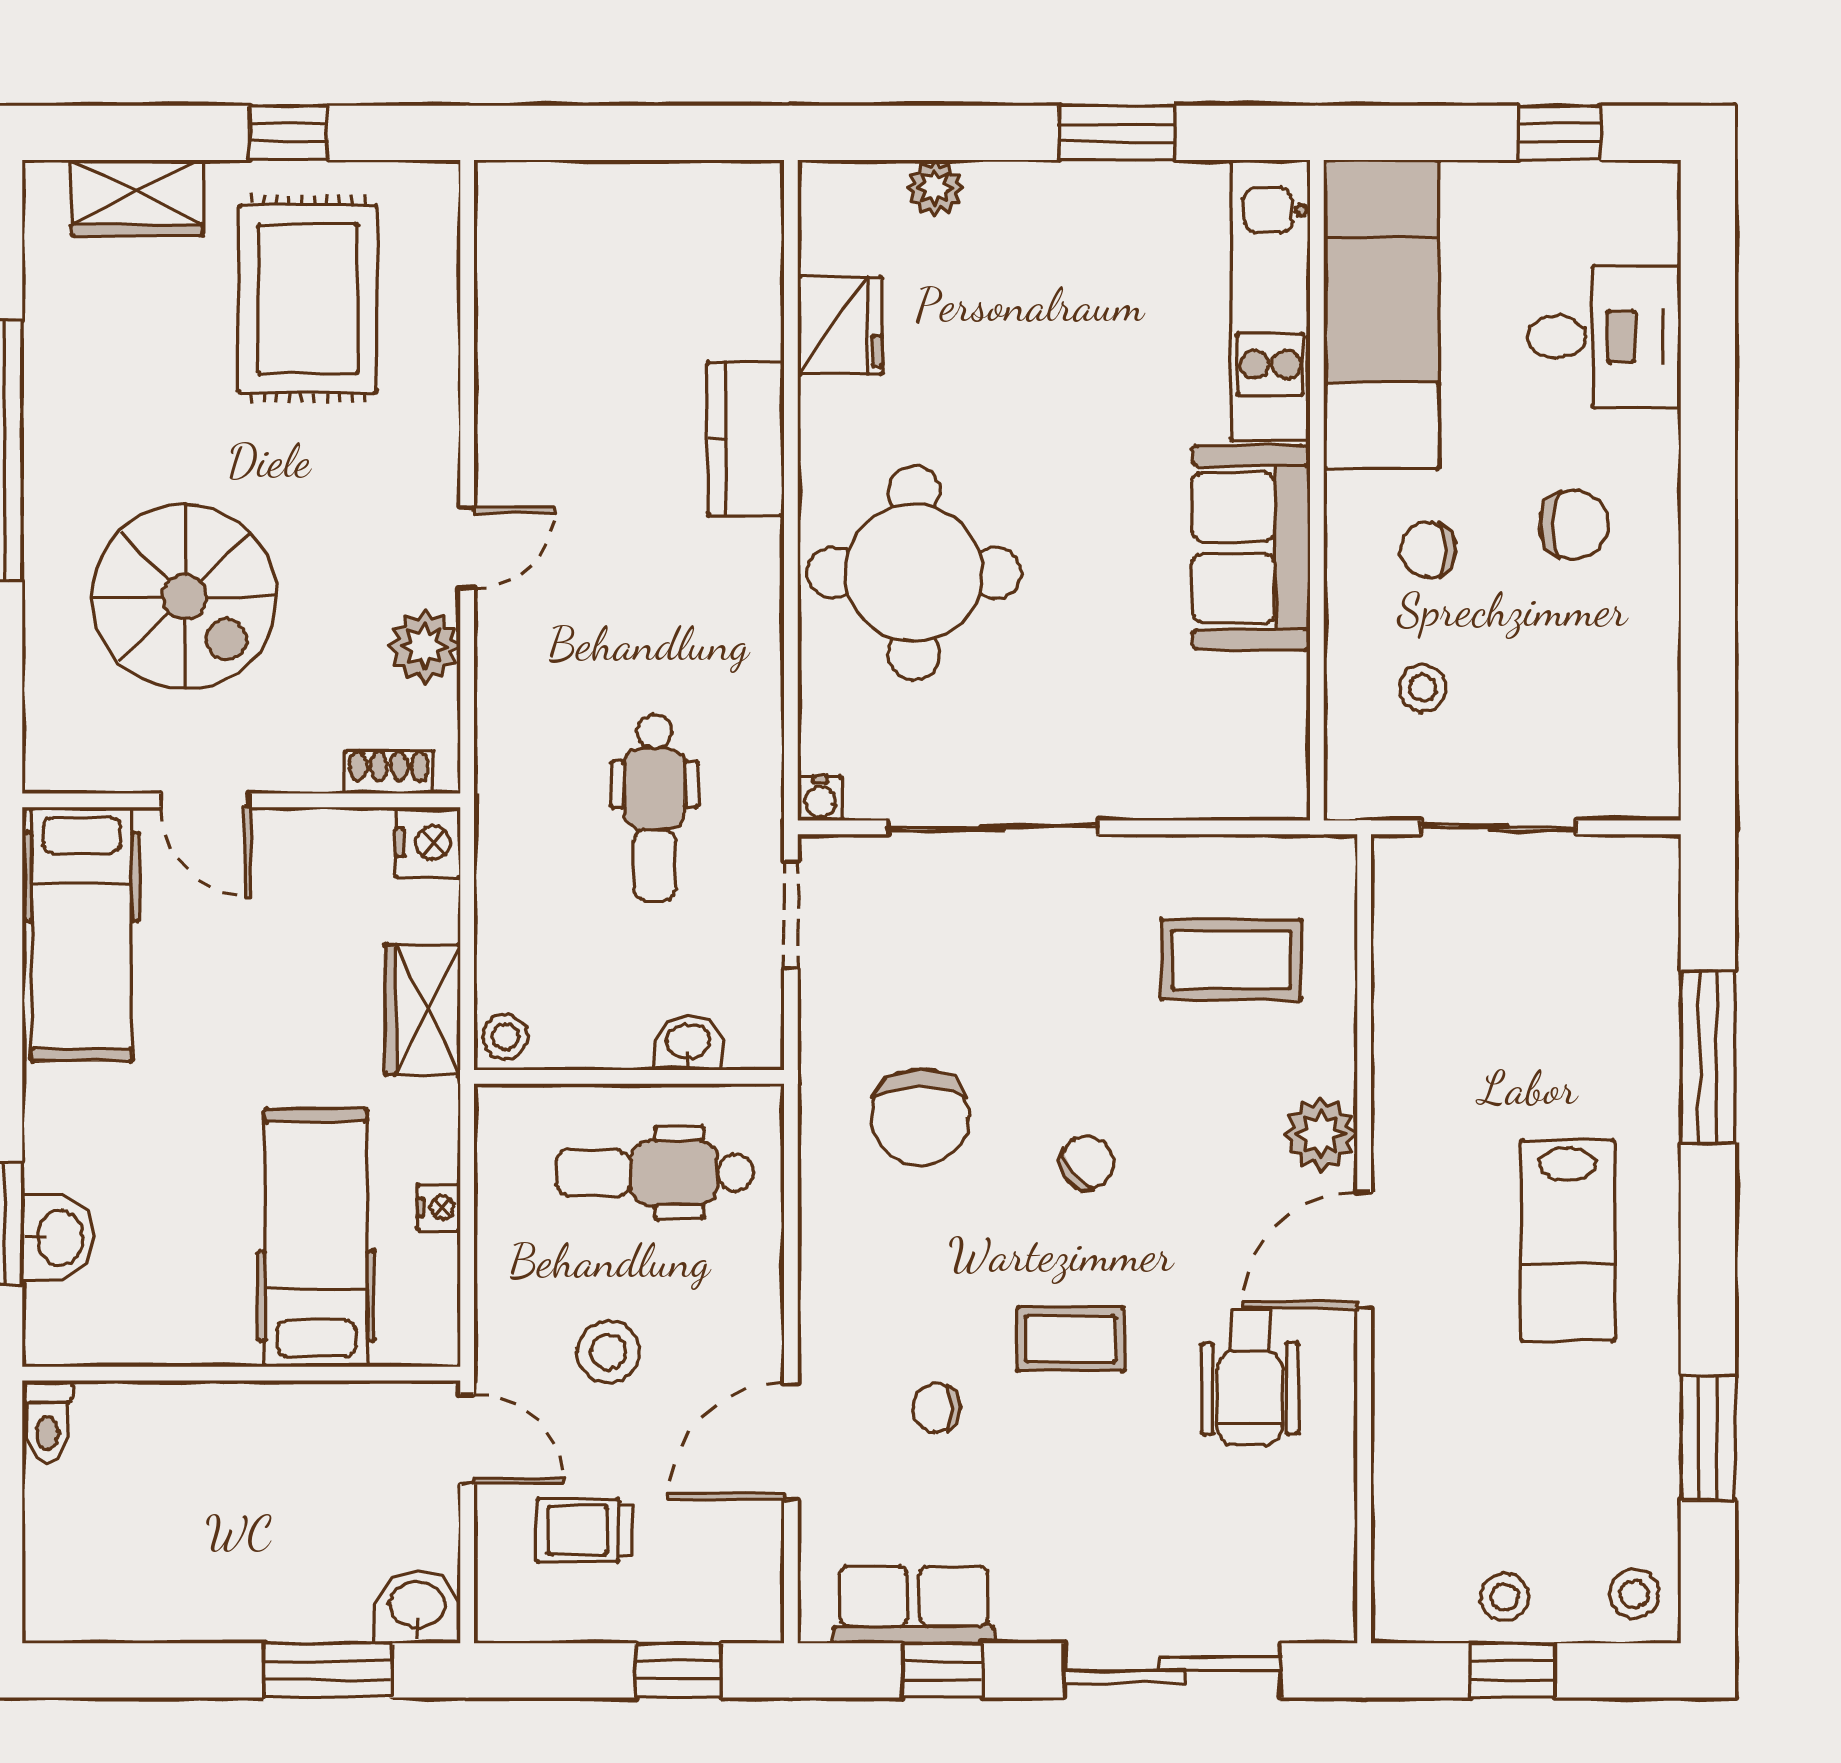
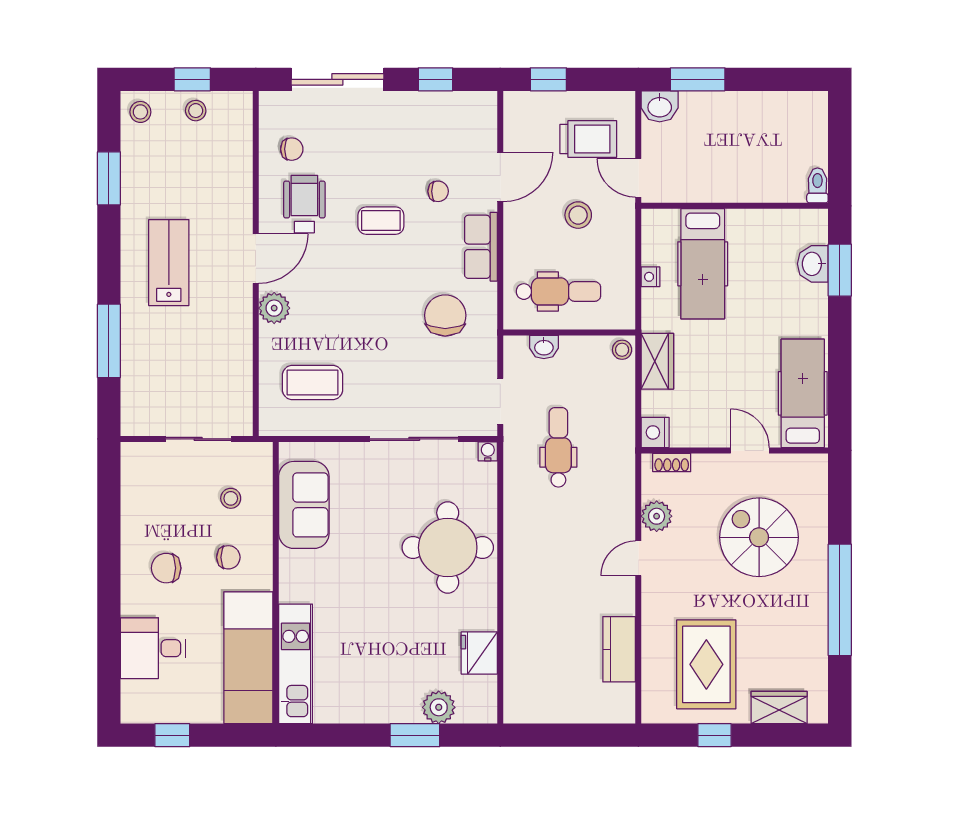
window: (1117, 133) -> (415, 735), moved
plant: (935, 188) -> (439, 707), width x1.38, depth x1.38
kitchen counter: (746, 439) -> (619, 649), moved, turned 180
sofa: (1251, 548) -> (304, 505), moved
chair: (1087, 1163) -> (292, 149), moved, turned -144
trolley: (584, 1530) -> (588, 139), width x1.36, depth x1.39
row of seats: (914, 1605) -> (481, 247), moved, turned 90

